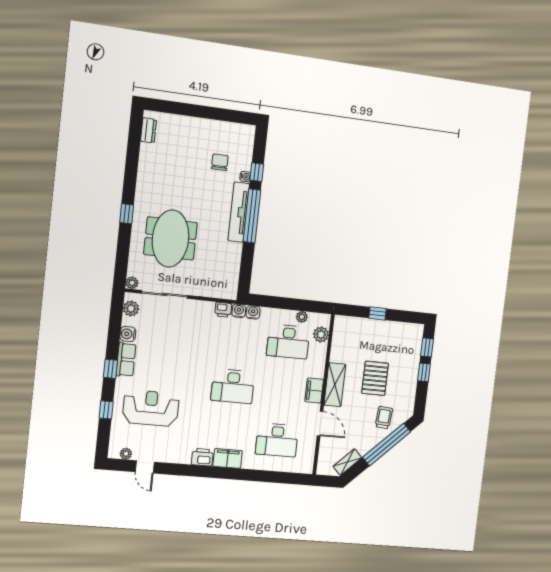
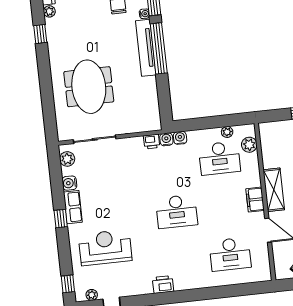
window: (127, 214) -> (40, 34), moved
plant: (132, 283) -> (49, 11), moved
window: (106, 410) -> (68, 284), moved
filing cabinet: (228, 458) -> (187, 281), removed

